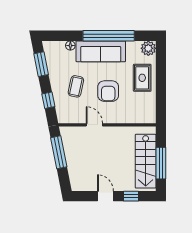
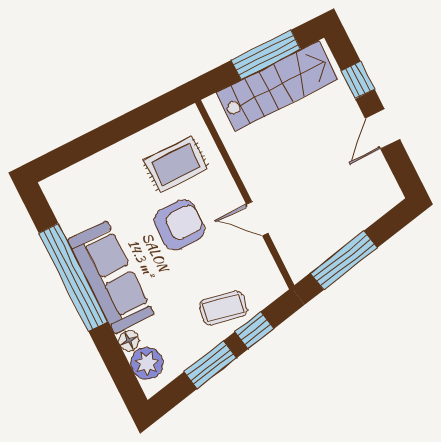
plant: (148, 48) -> (147, 363), moved
window: (41, 64) -> (210, 365), moved
rug: (142, 78) -> (176, 165), moved
coffee table: (76, 86) -> (223, 308), moved
door: (94, 125) -> (257, 219), hinge flipped

